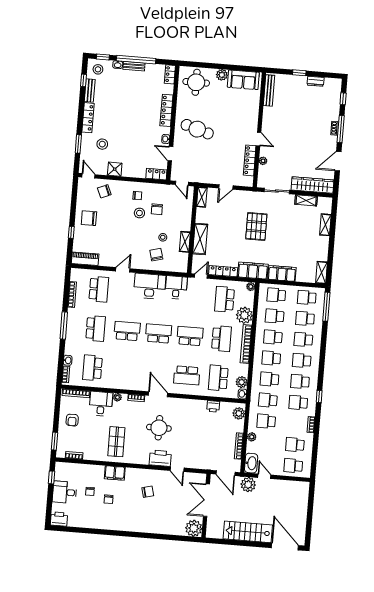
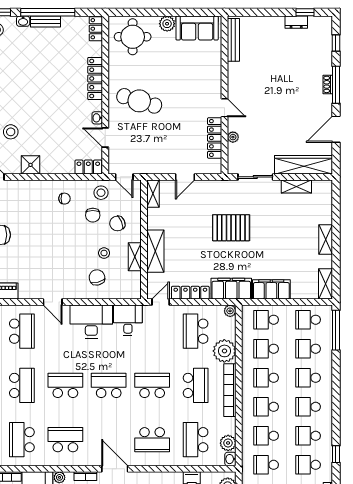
window: (299, 73) -> (305, 12), moved
chair: (104, 191) -> (117, 223), moved
stool: (139, 213) -> (101, 193), moved
shelving: (325, 225) -> (326, 239), moved
pallet: (256, 226) -> (231, 228), turned 90
door: (123, 270) -> (53, 302), swing flipped
school desk: (124, 370) -> (65, 440), added

